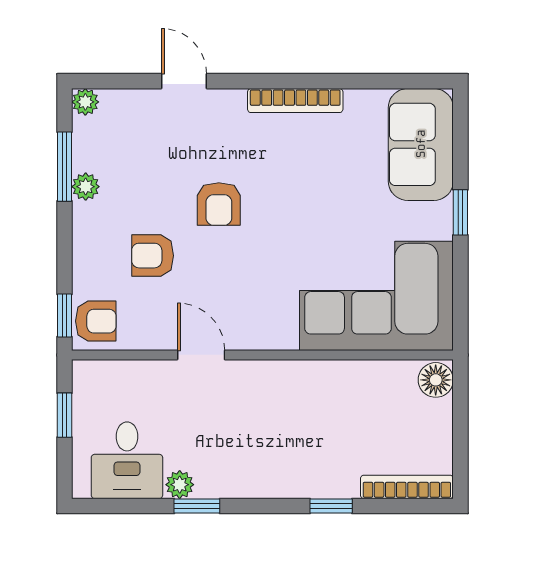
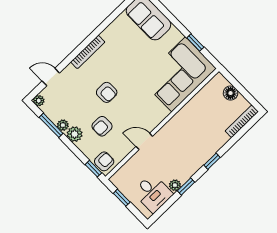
door: (184, 81) -> (51, 77), moved
bookcase: (295, 101) -> (88, 52), moved
window: (460, 212) -> (195, 43), moved
plant: (91, 222) -> (75, 134), added
floor lamp: (436, 380) -> (231, 93), moved
window: (331, 506) -> (212, 161), moved

